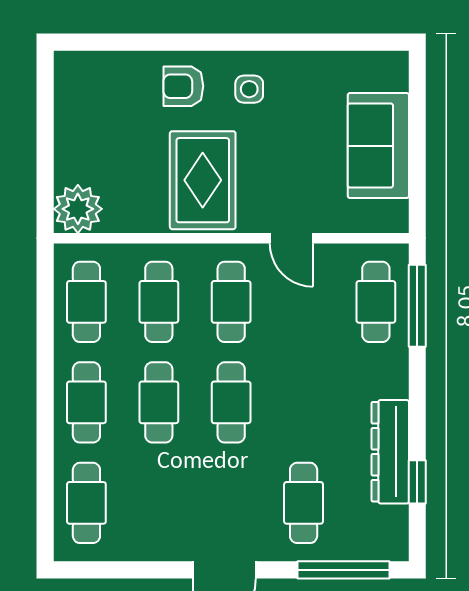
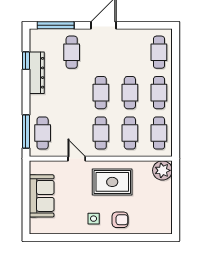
rug: (203, 180) -> (112, 182), turned 90

